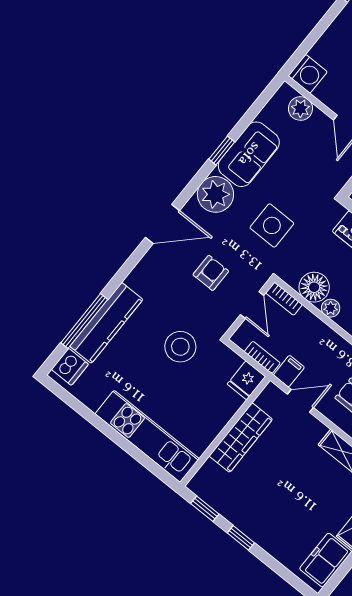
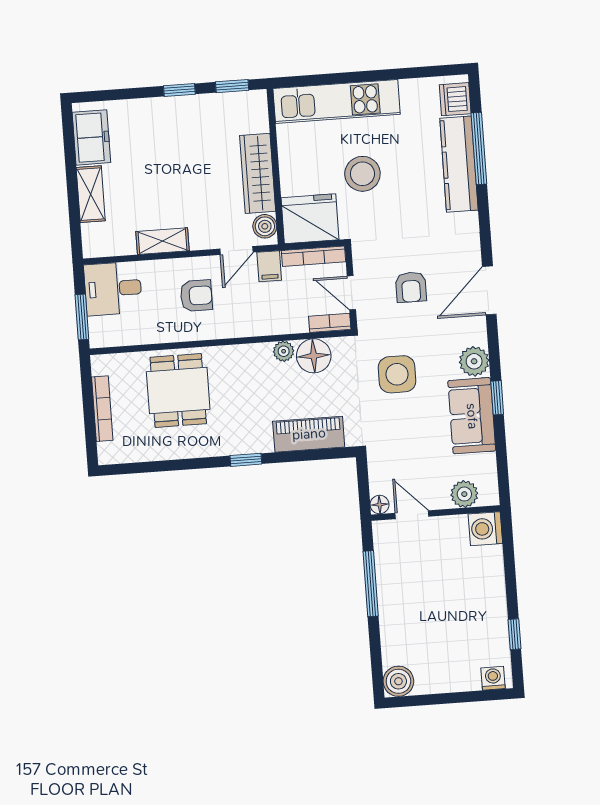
plant: (215, 194) -> (474, 361), width x0.73, depth x0.73
stool: (180, 347) -> (362, 174), moved
bookcase: (262, 357) -> (314, 256), width x1.56
fridge: (246, 380) -> (310, 219), width x1.88, depth x1.34
boiler: (268, 399) -> (265, 226), added

